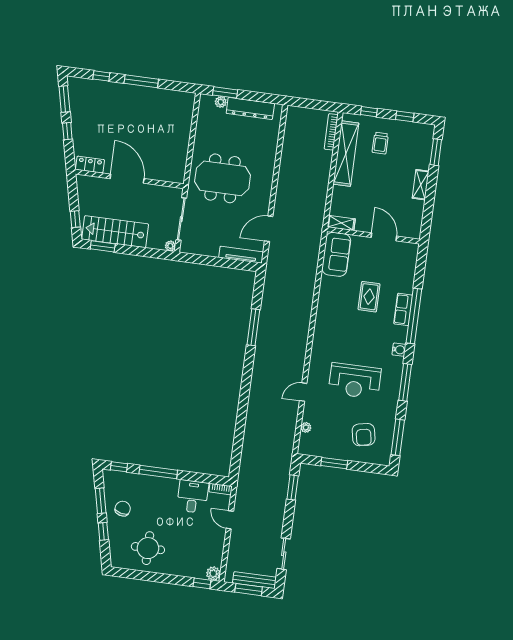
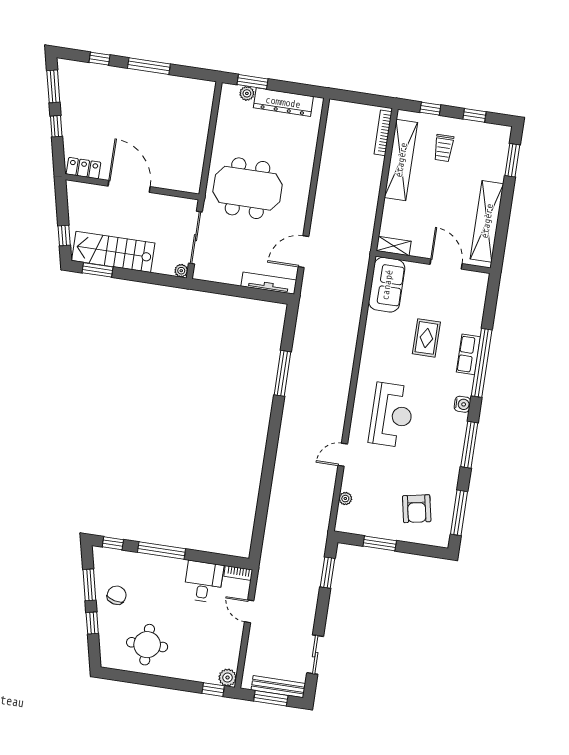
shelving: (421, 185) -> (487, 221), width x2.20, depth x1.33
reception desk: (355, 381) -> (392, 415), moved, turned -90

